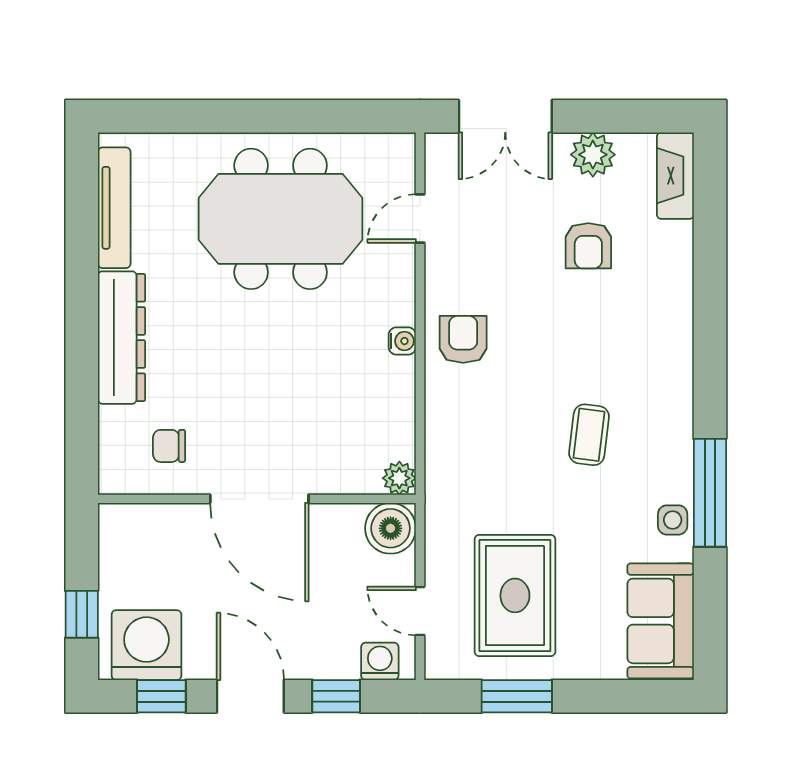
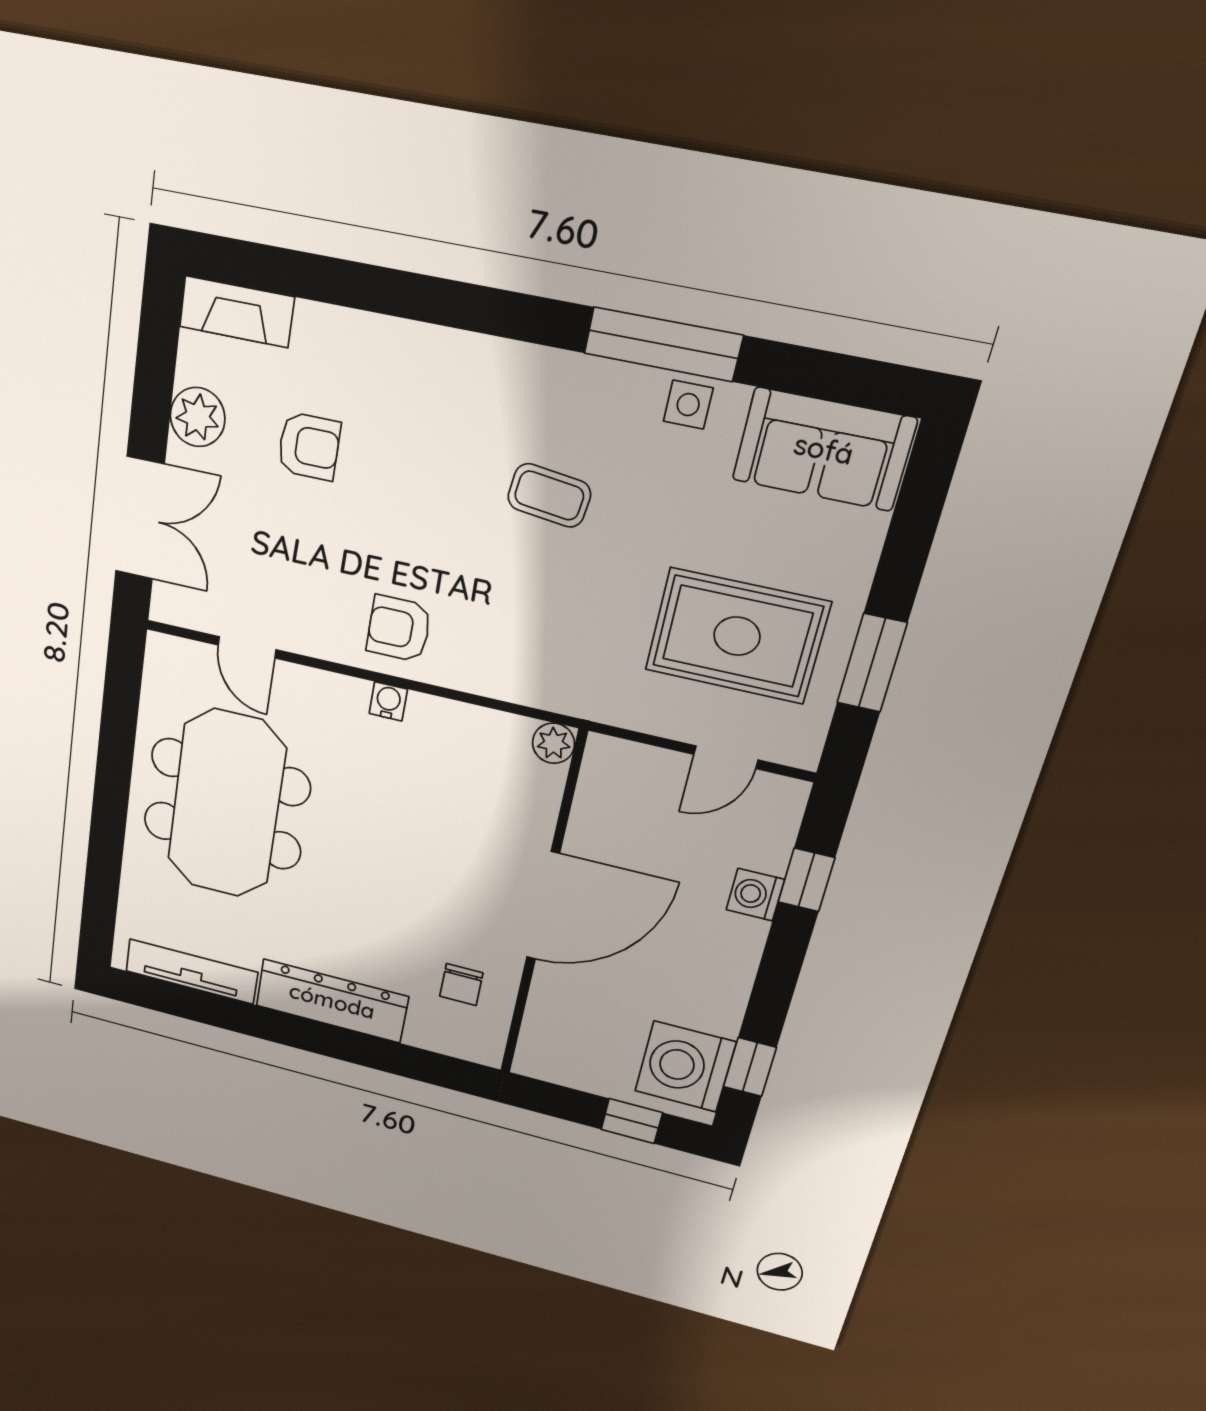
boiler: (391, 528) -> (613, 768), removed
washing machine: (380, 661) -> (755, 895), moved
door: (250, 696) -> (778, 974), removed

